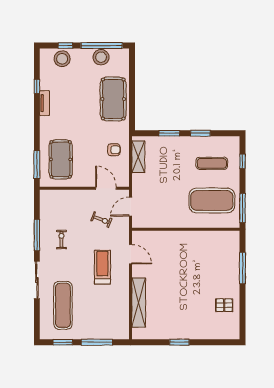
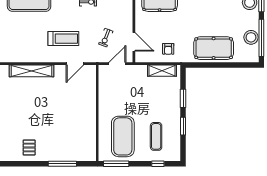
door: (106, 188) -> (134, 42), hinge flipped
door: (131, 207) -> (117, 64), hinge flipped

